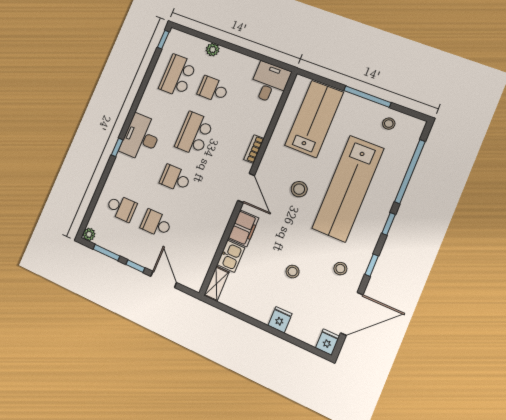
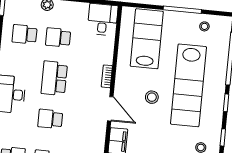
school desk: (178, 76) -> (25, 34), width x0.54

